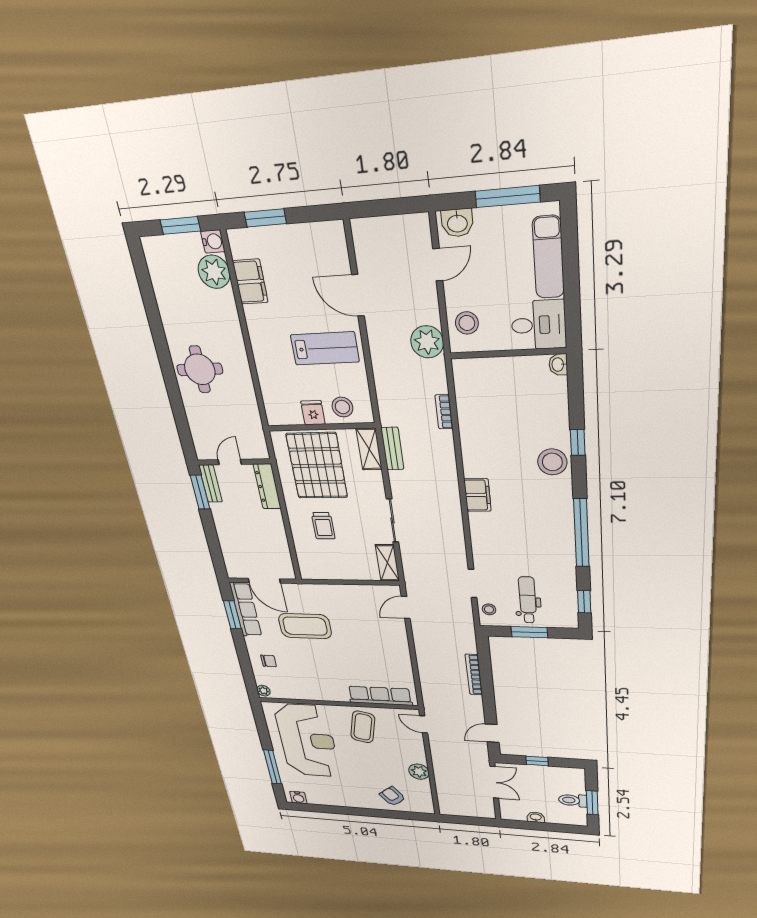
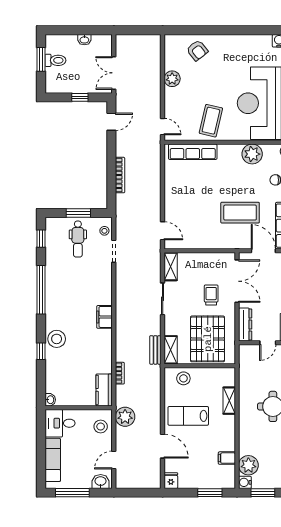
filing cabinet: (250, 282) -> (227, 458), width x0.50
shelving: (266, 375) -> (229, 401), added
kitchen counter: (467, 384) -> (104, 390), added
fridge: (313, 413) -> (171, 481), moved, turned 180
double door: (291, 543) -> (237, 281), added
door: (406, 607) -> (163, 231), hinge flipped
plant: (304, 690) -> (252, 154), added

